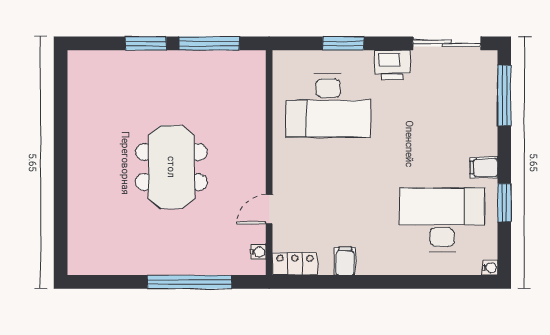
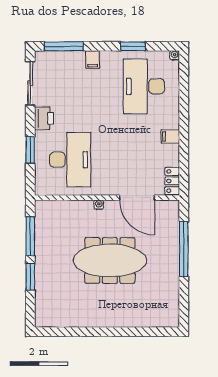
meeting table: (171, 167) -> (110, 260), width x1.36
filing cabinet: (484, 168) -> (93, 59), moved
door: (269, 209) -> (137, 198), width x1.88
water cooler: (258, 252) -> (99, 205), moved
filing cabinet: (345, 261) -> (170, 136), moved

